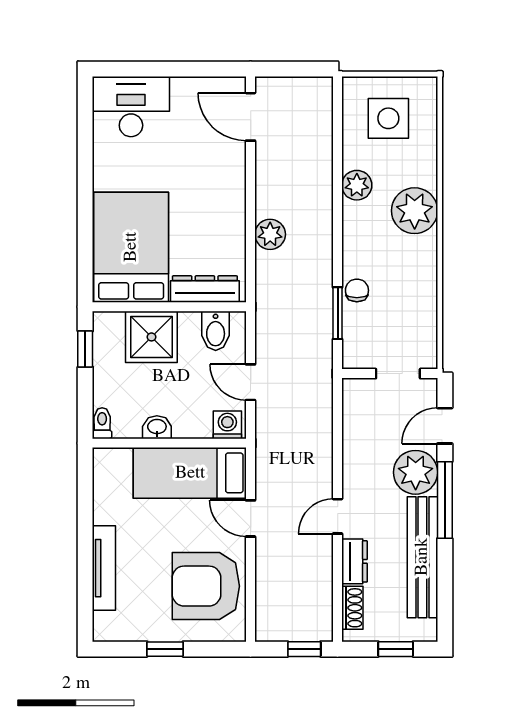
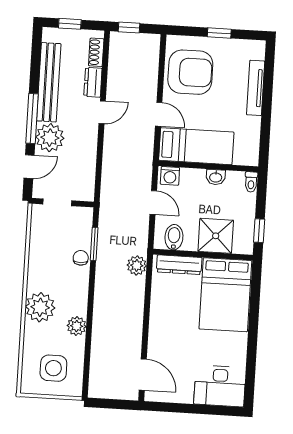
plant: (270, 234) -> (137, 265), moved
chair: (357, 290) -> (81, 258), turned 180

